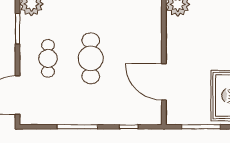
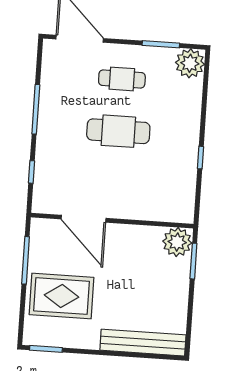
door: (164, 82) -> (84, 219), swing flipped

